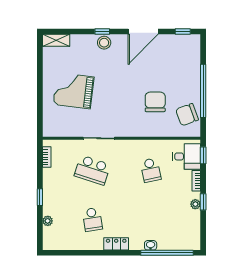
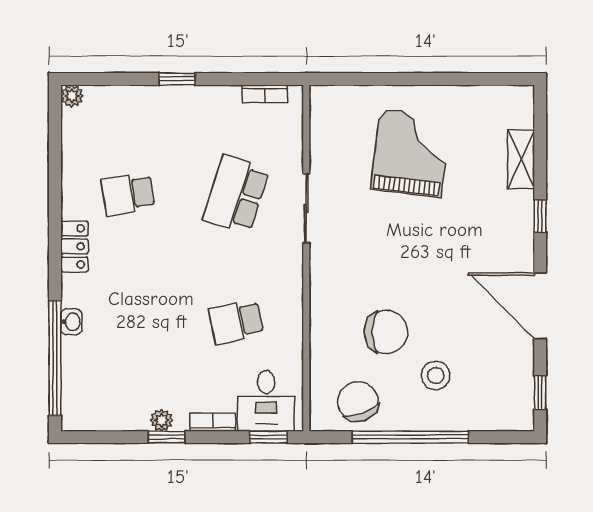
shelving: (56, 40) -> (521, 159), moved
stool: (104, 43) -> (436, 376), moved
plant: (48, 221) -> (72, 96), moved

